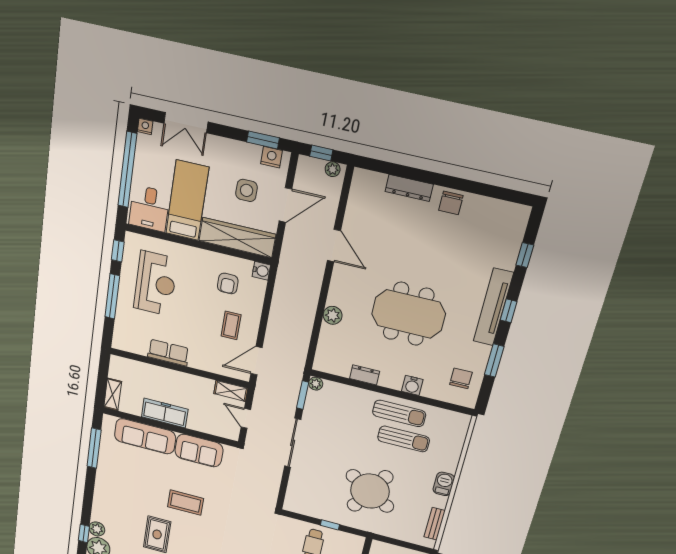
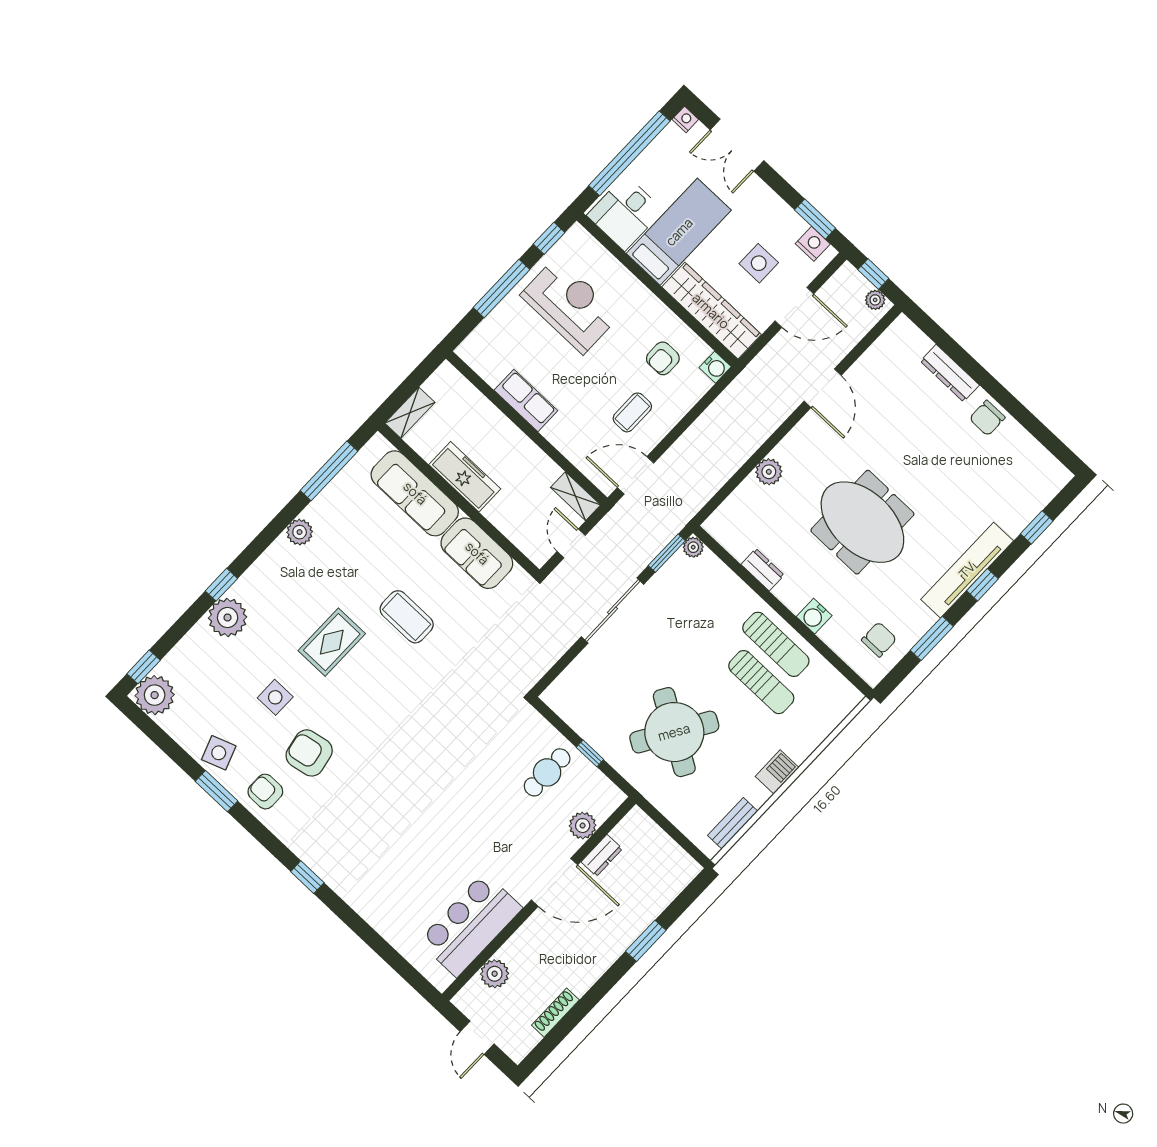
reception desk: (156, 283) -> (570, 305), turned -90
plant: (97, 529) -> (300, 532), moved

